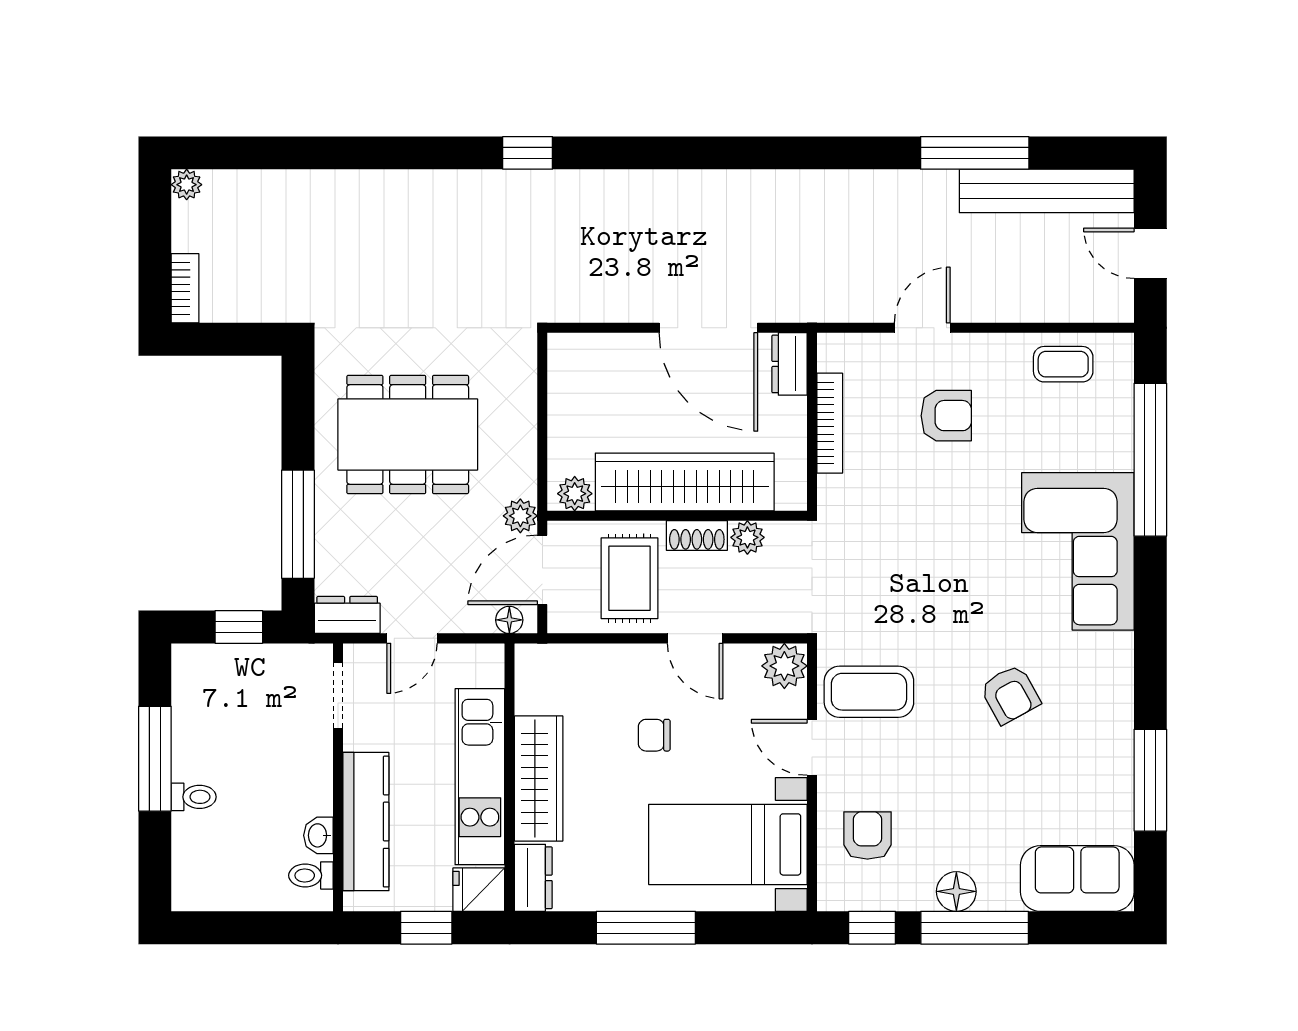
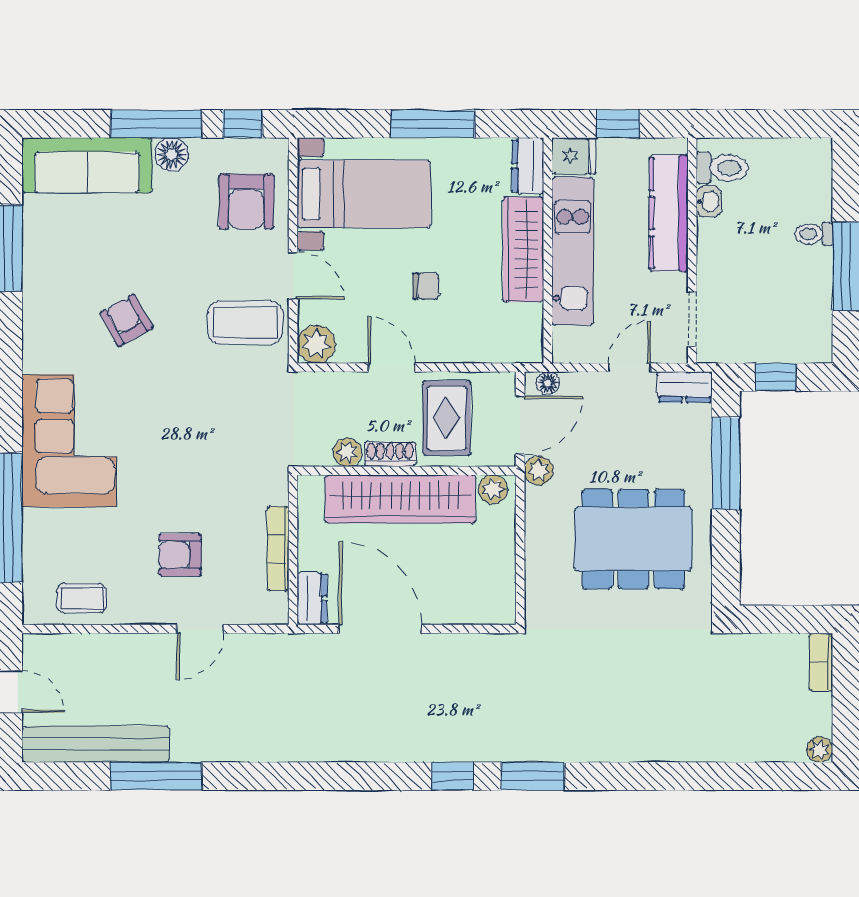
window: (528, 153) -> (533, 776), width x1.50
window: (622, 153) -> (453, 776), added
armchair: (867, 836) -> (246, 201), width x1.38, depth x1.38
toilet: (311, 875) -> (722, 168), width x1.37, depth x1.39
sofa: (1077, 879) -> (87, 165), width x1.36

